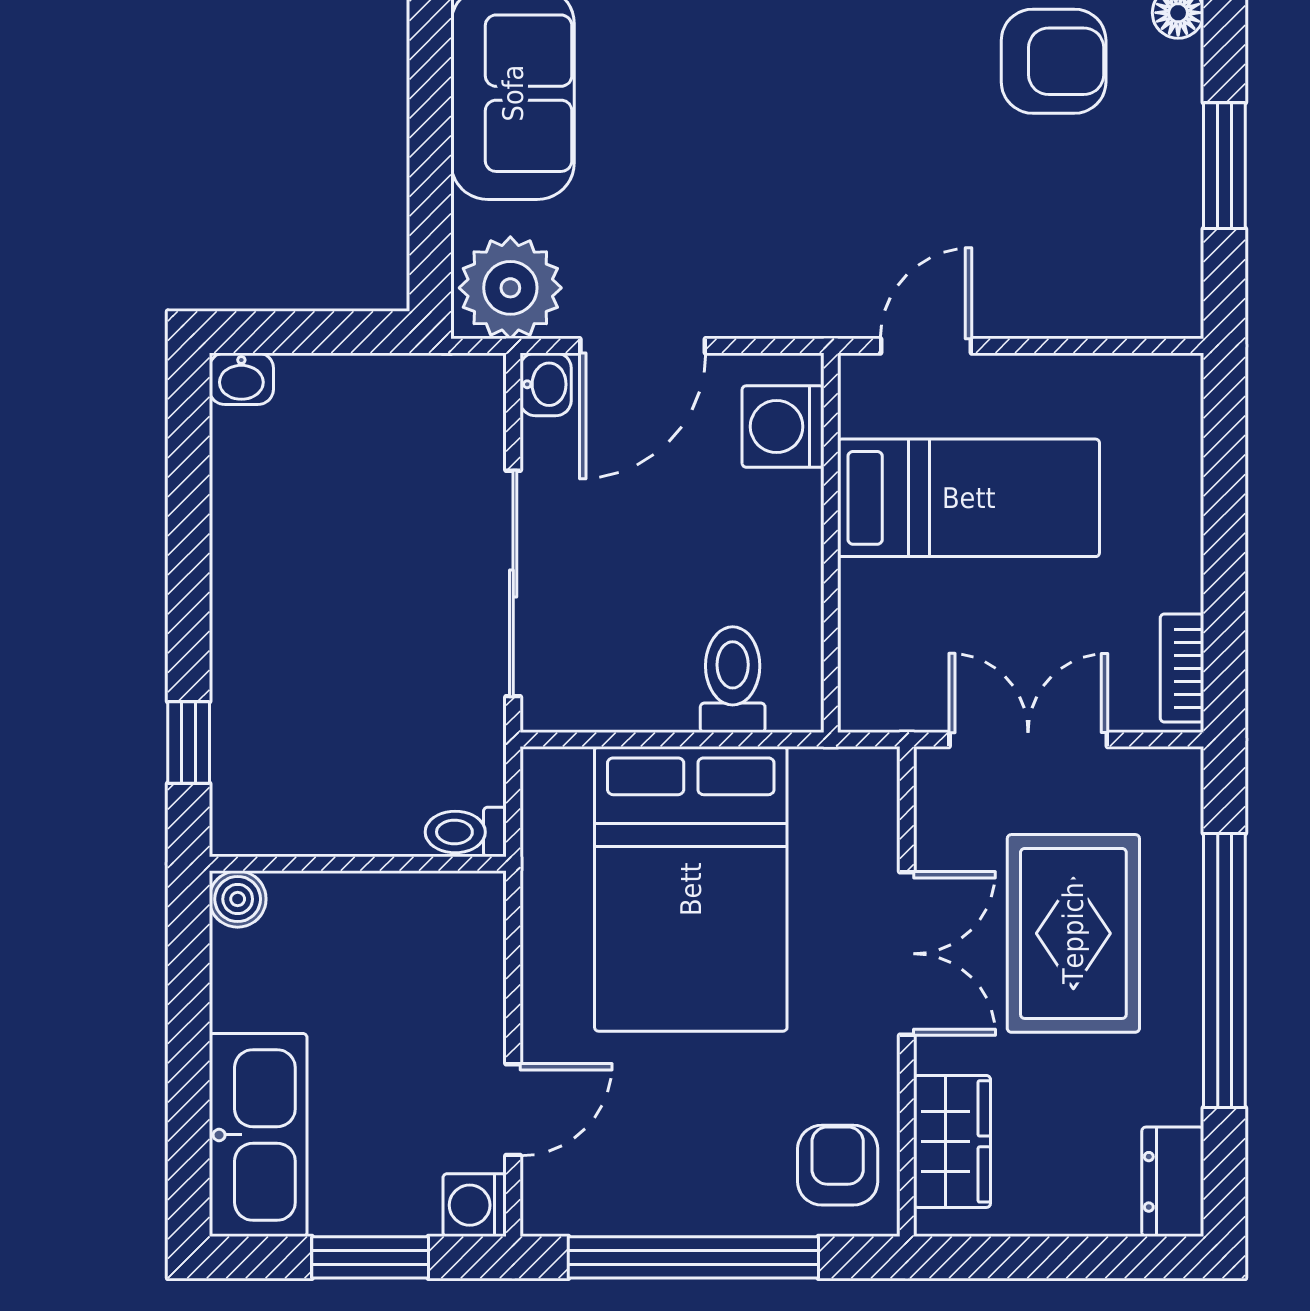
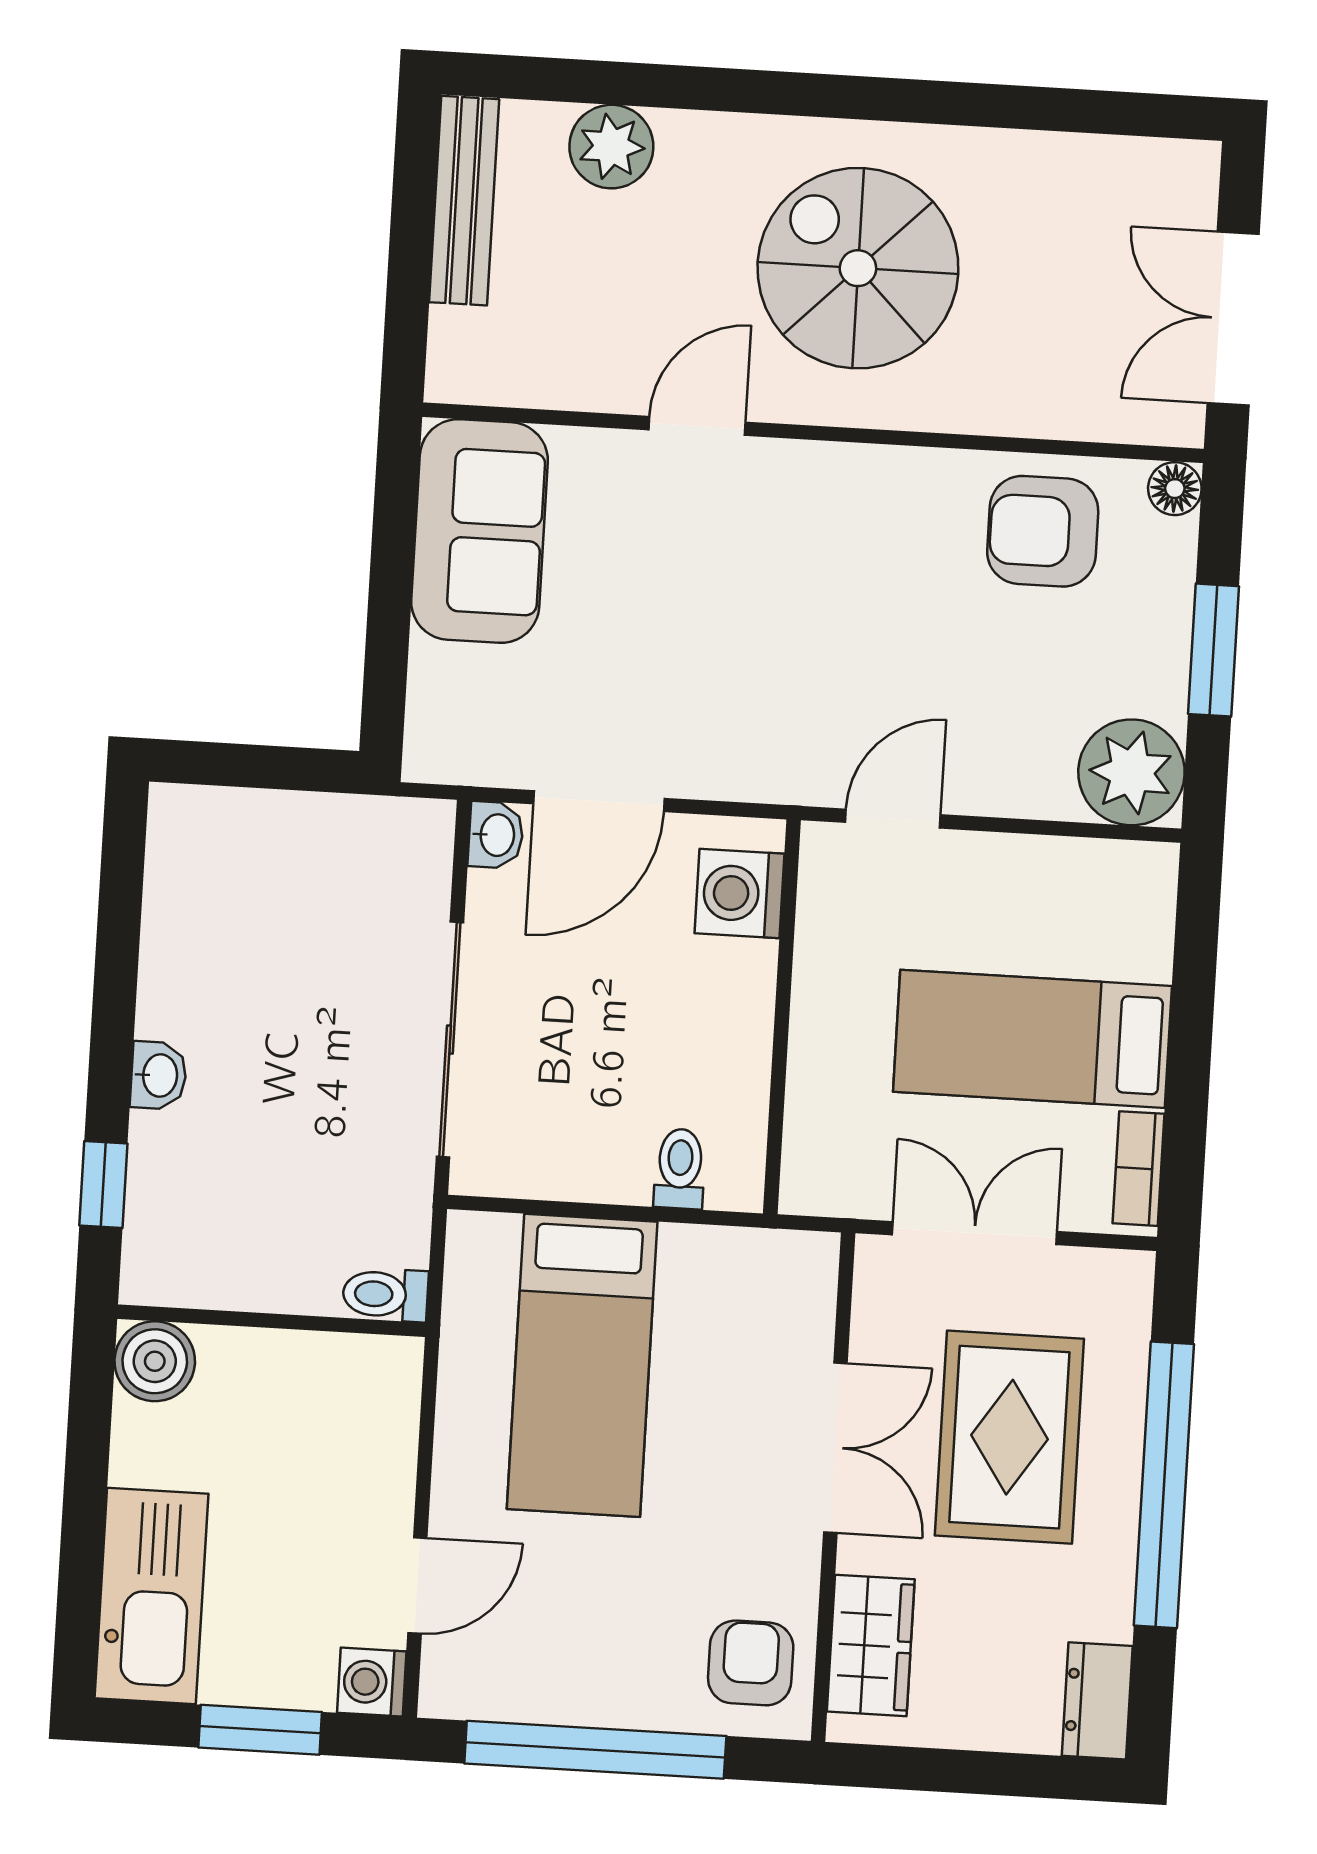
armchair: (1054, 61) -> (1043, 531), turned 180
plant: (510, 288) -> (1131, 772), moved
washbasin: (241, 379) -> (158, 1075), moved, turned -90
bed: (969, 498) -> (1033, 1039), moved, turned 180
toilet: (733, 680) -> (680, 1169), width x0.73, depth x0.72
bed: (691, 889) -> (582, 1365), width x0.67
boiler: (238, 899) -> (155, 1361), width x1.36, depth x1.36

